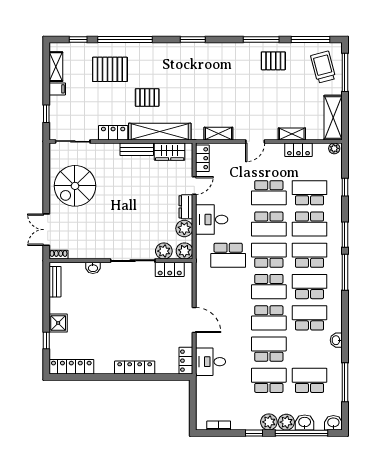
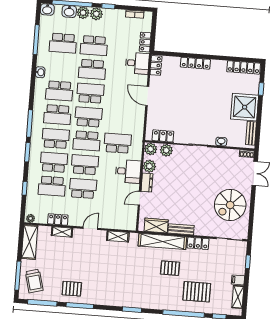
locker: (202, 158) -> (145, 42), moved
spiral stairs: (75, 186) -> (230, 205), turned 180
school desk: (309, 255) -> (56, 138), turned 180
shower: (58, 323) -> (245, 107), width x1.86, depth x1.86

